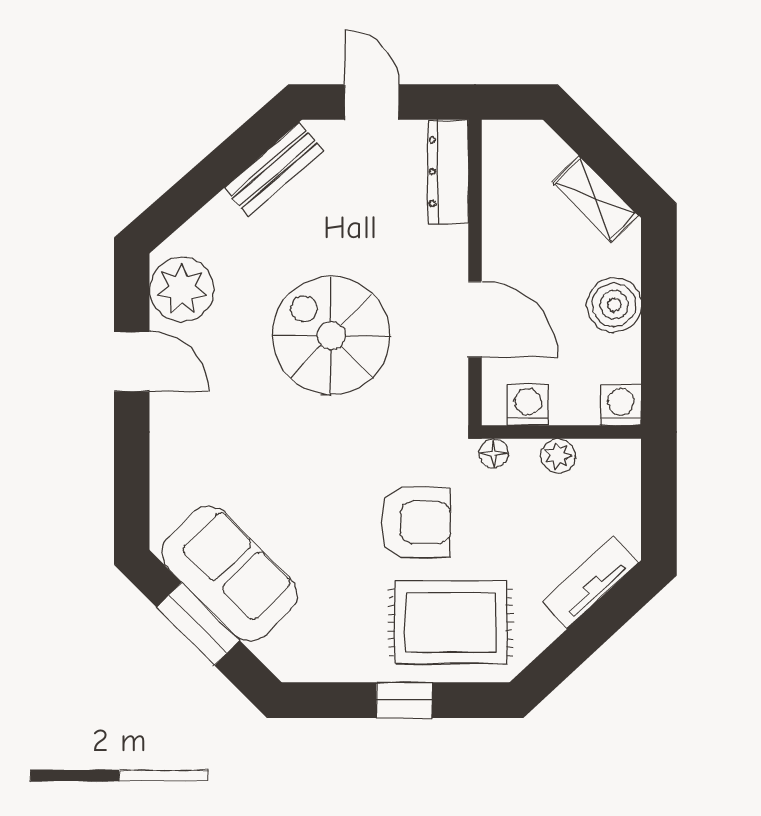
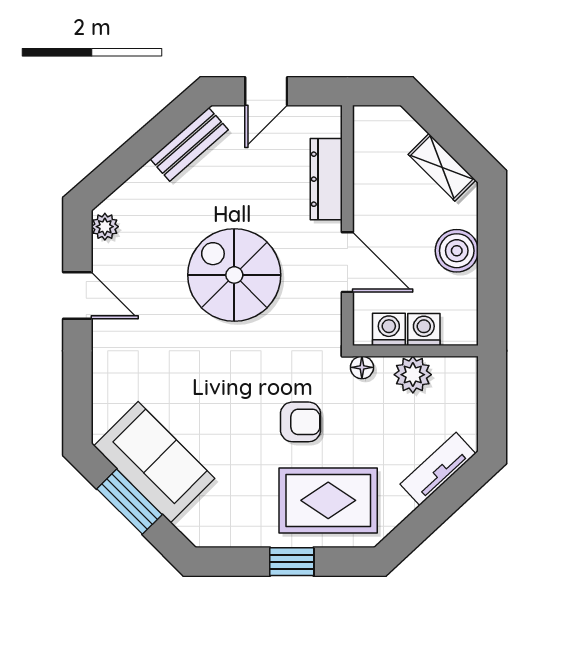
door: (372, 102) -> (266, 91), swing flipped
dresser: (448, 172) -> (326, 179), moved
plant: (182, 289) -> (105, 227), width x0.53, depth x0.53
washing machine: (621, 405) -> (424, 330), moved
plant: (558, 456) -> (413, 375), width x1.38, depth x1.38
armchair: (415, 522) -> (301, 422), width x0.72, depth x0.72

